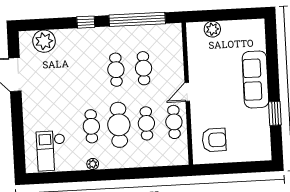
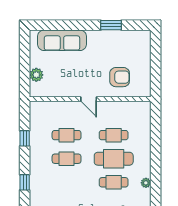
window: (137, 19) -> (25, 138), width x0.32
sofa: (255, 79) -> (62, 40), moved
cafe table: (174, 122) -> (114, 112), removed
armchair: (214, 140) -> (120, 77), moved, turned 90

